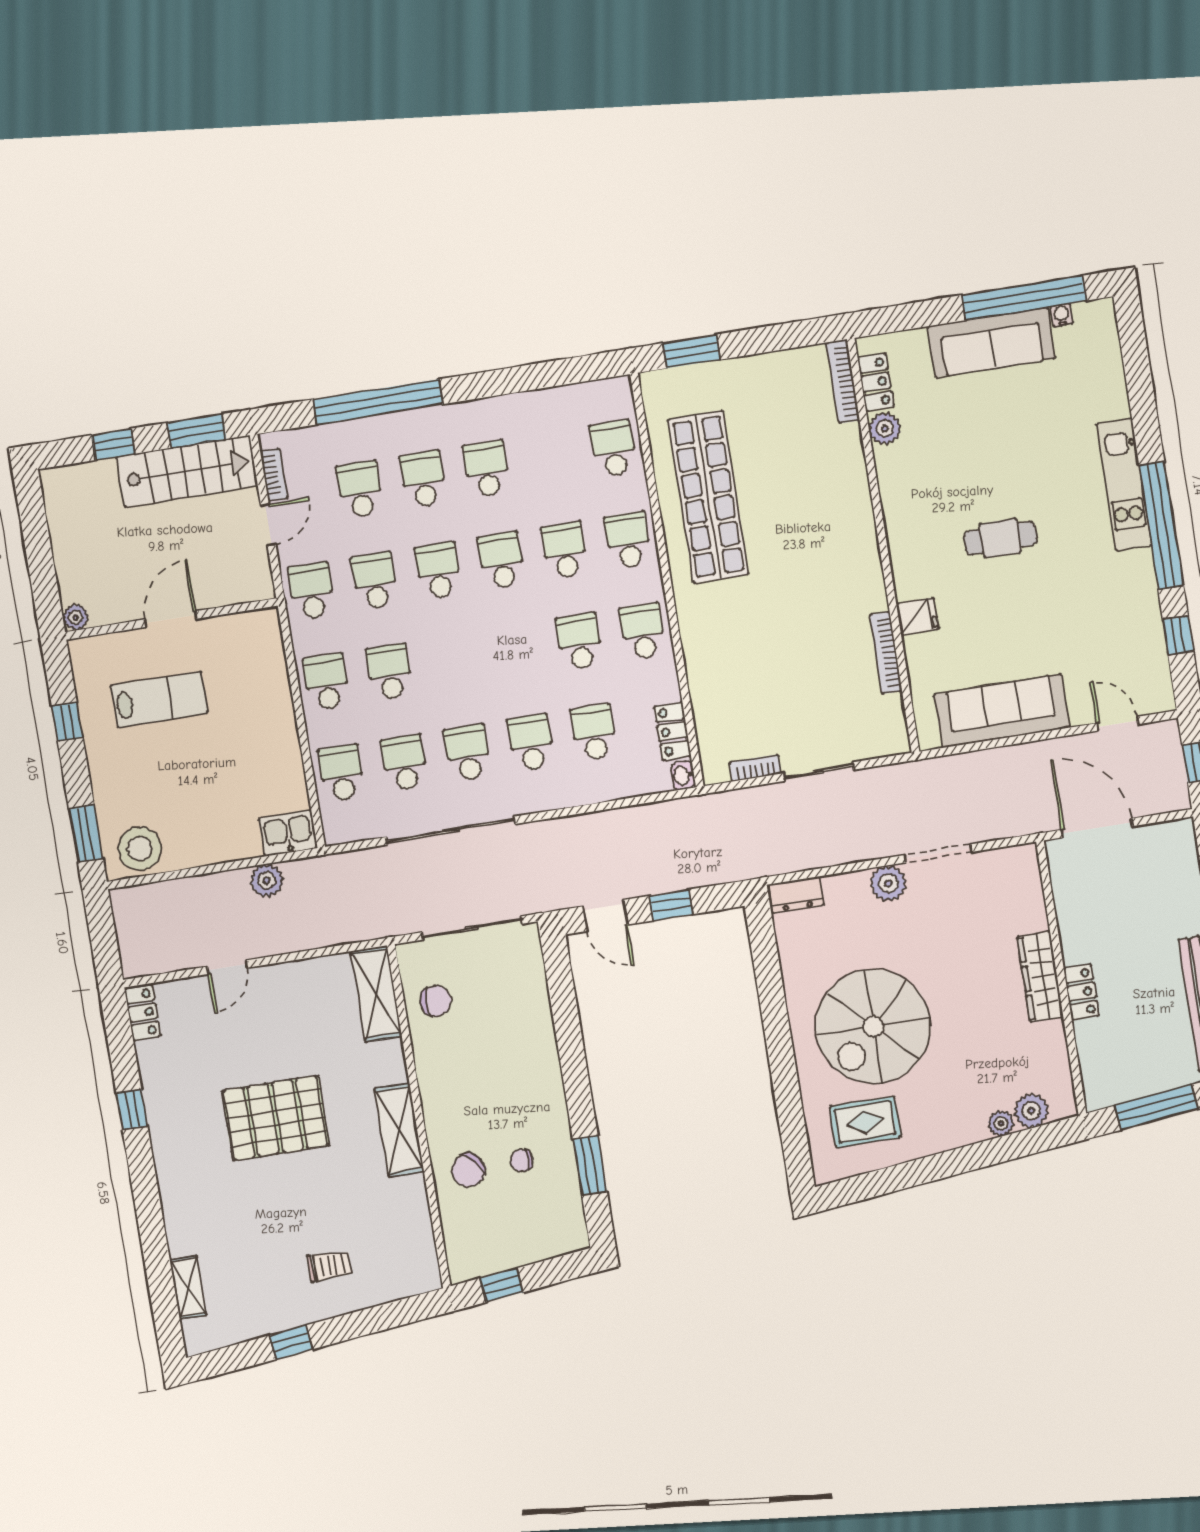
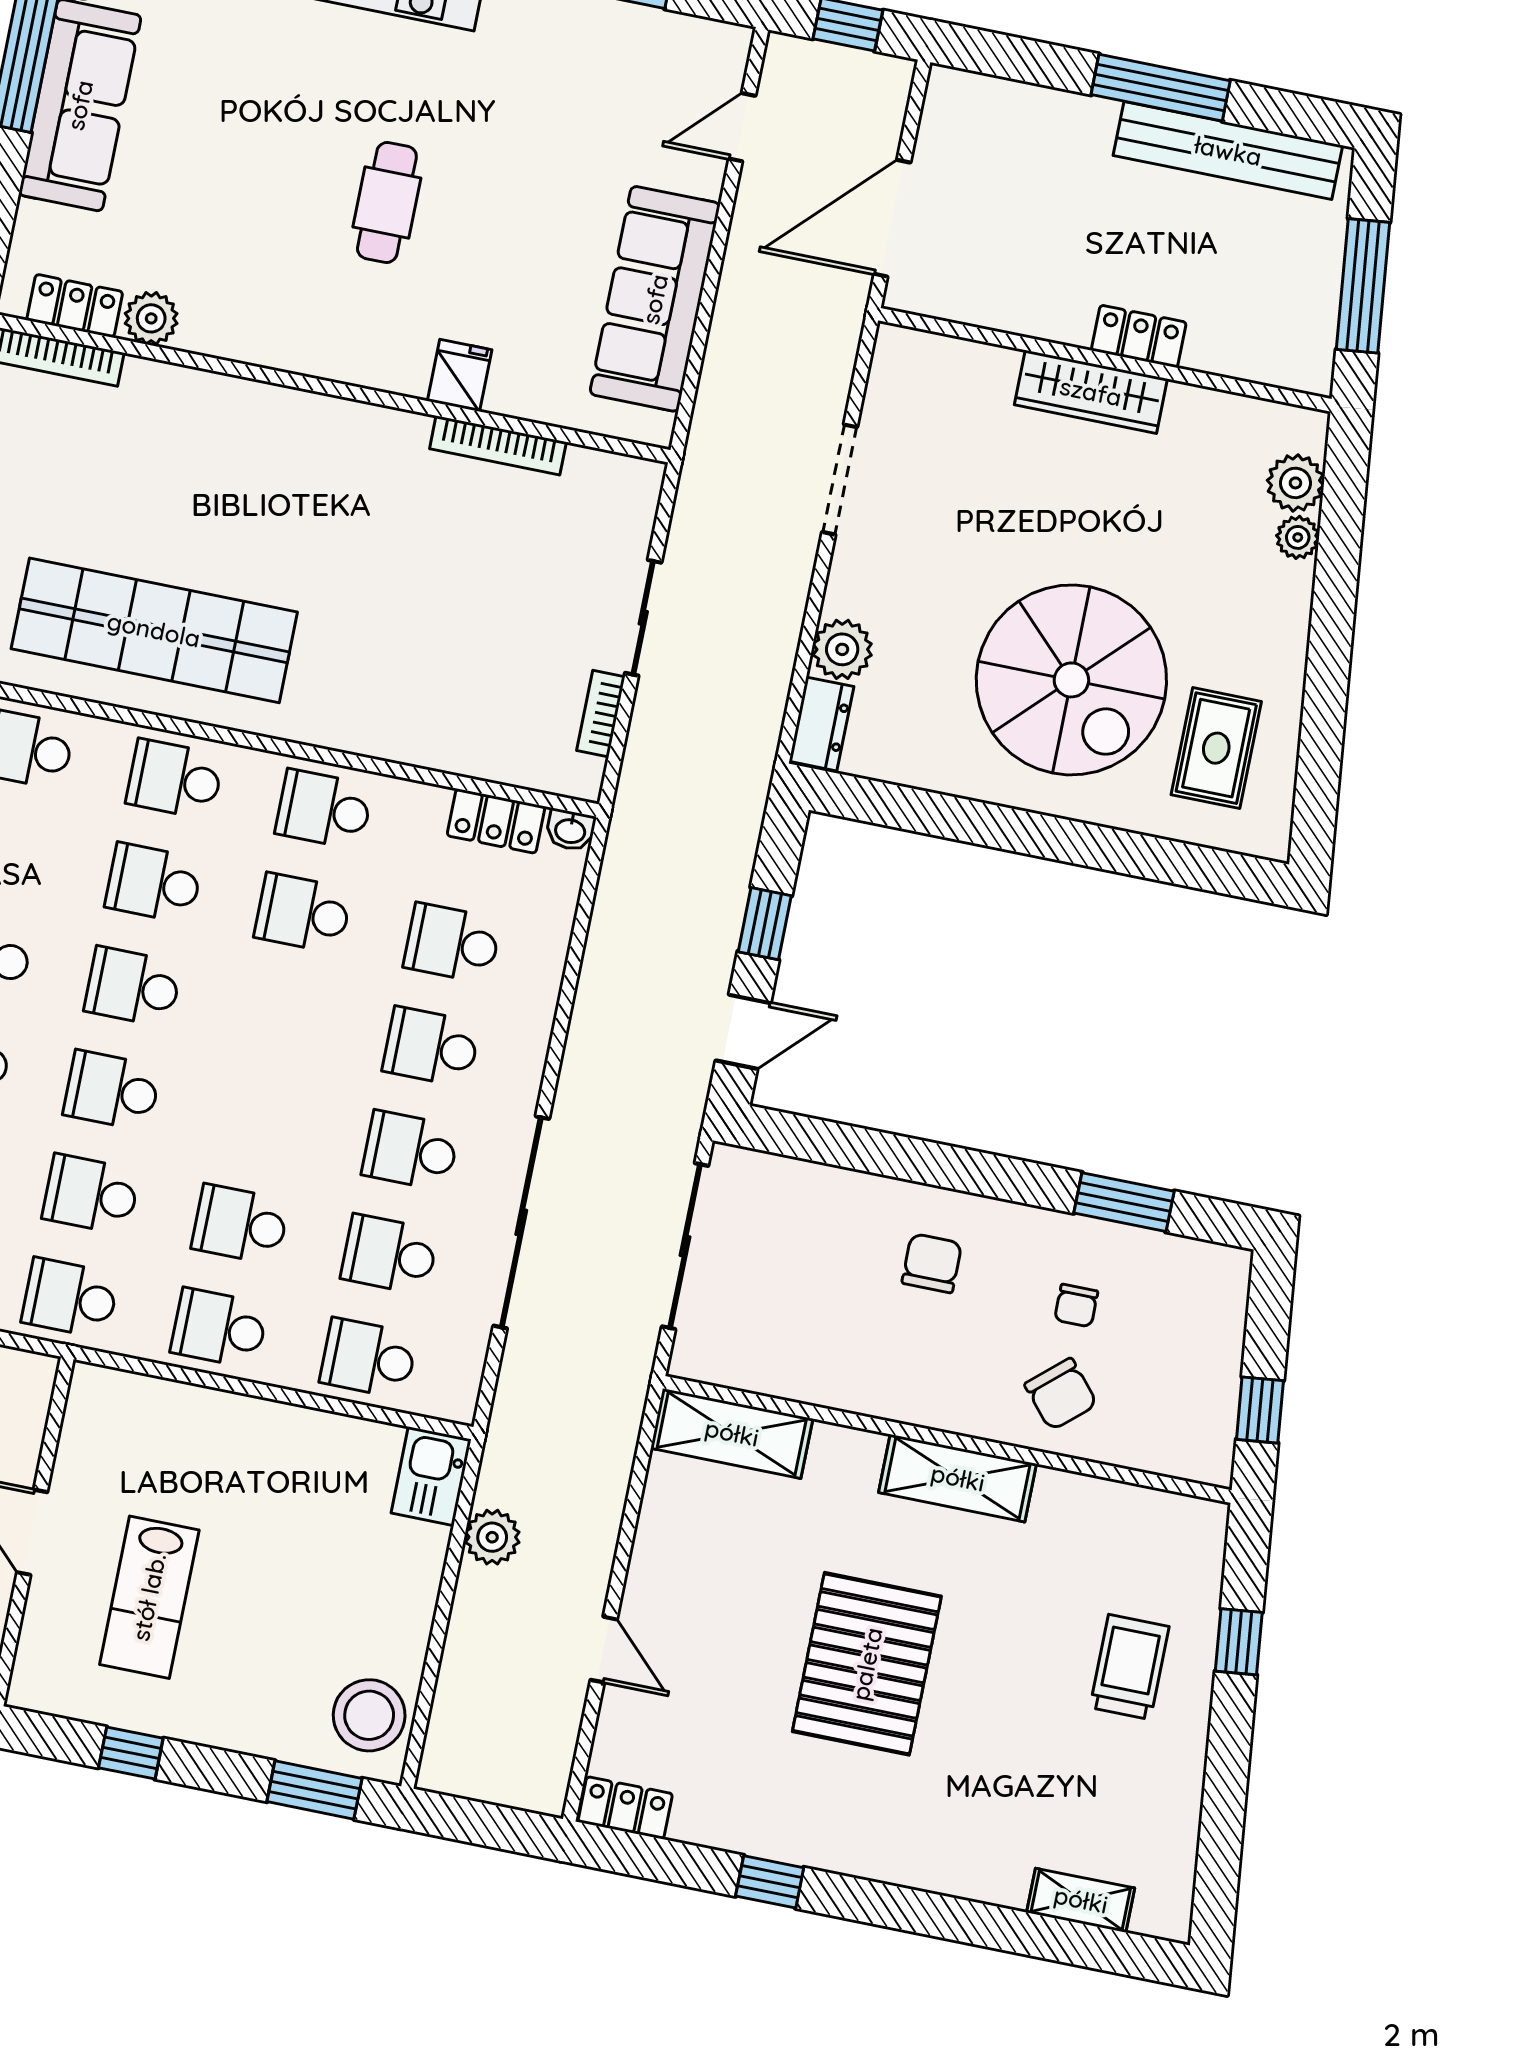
lab bench: (159, 699) -> (149, 1597), turned 180
plant: (888, 883) -> (842, 649), moved
chair: (436, 1001) -> (932, 1263), moved
trolley: (329, 1266) -> (1129, 1667), width x1.36, depth x1.39
window: (291, 1342) -> (1239, 1642), moved

